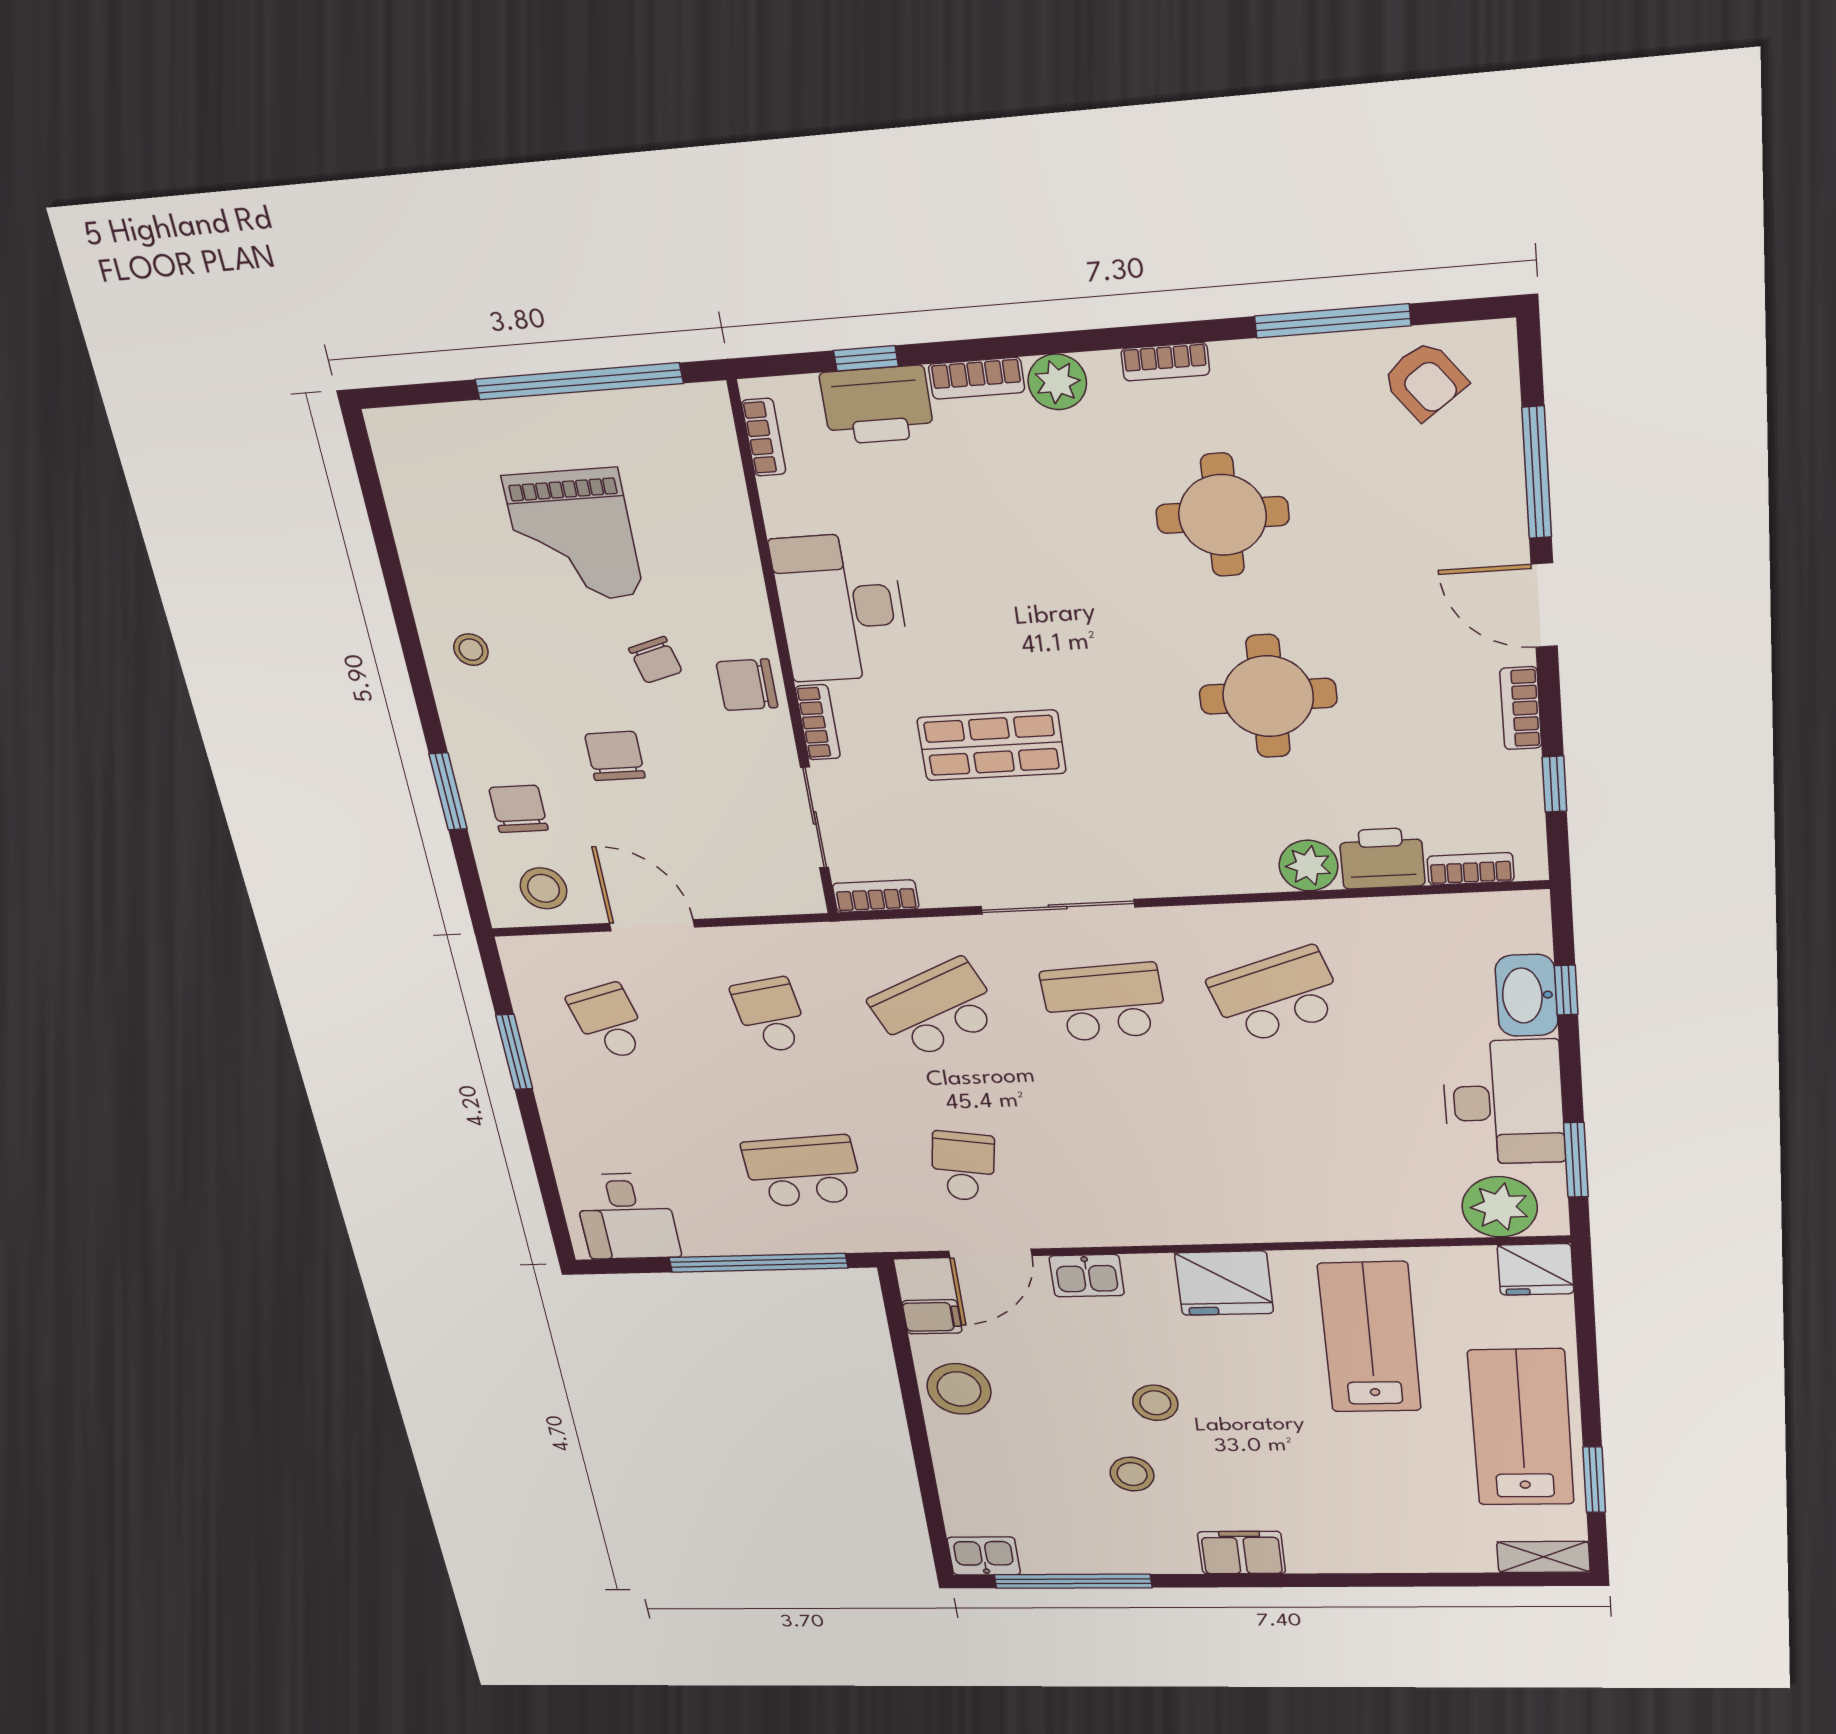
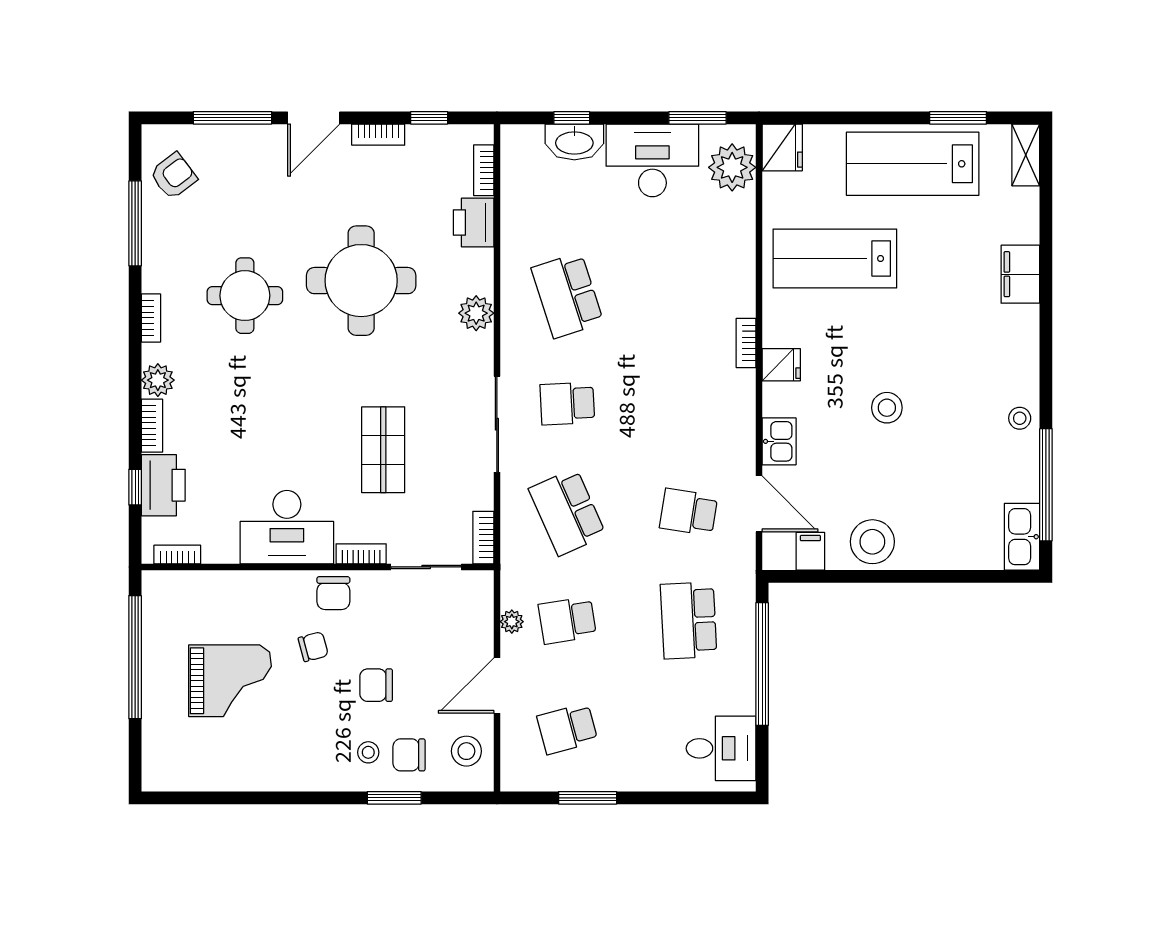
stool: (471, 650) -> (368, 752), moved
round table: (1268, 696) -> (361, 281), width x1.36, depth x1.36
plant: (1308, 866) -> (476, 313), moved
plant: (754, 941) -> (512, 622), added
school desk: (1104, 1002) -> (567, 404), width x0.54
bookcase: (1229, 1231) -> (746, 343), added
fridge: (1224, 1283) -> (781, 365), width x0.53, depth x0.75
stool: (1132, 1474) -> (1020, 418), moved, width x0.73, depth x0.73
filing cabinet: (1242, 1553) -> (1020, 274), moved
kitchen sink: (984, 1556) -> (1022, 537), width x1.38

